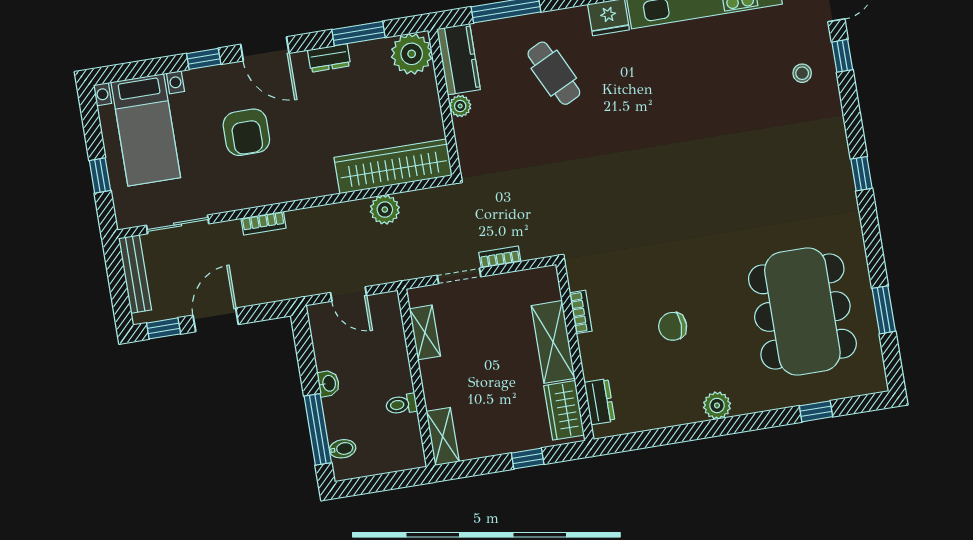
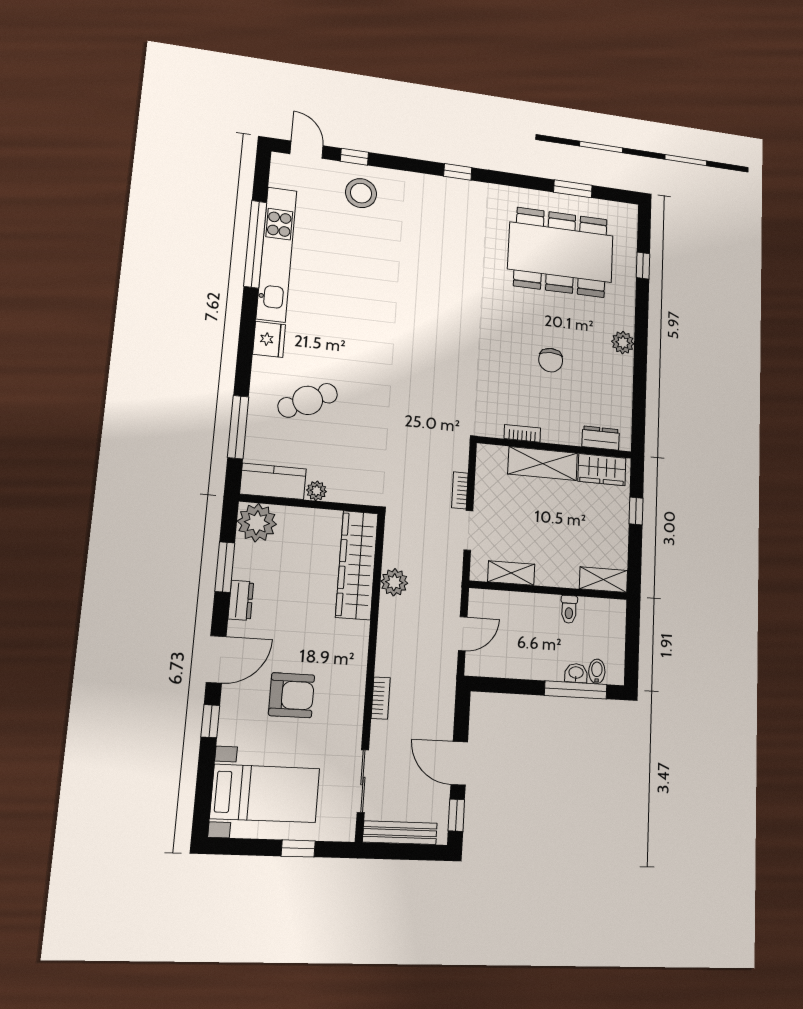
stool: (802, 73) -> (361, 193), width x1.89, depth x1.89
washbasin: (329, 383) -> (576, 673), moved

